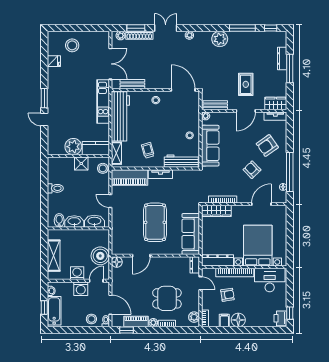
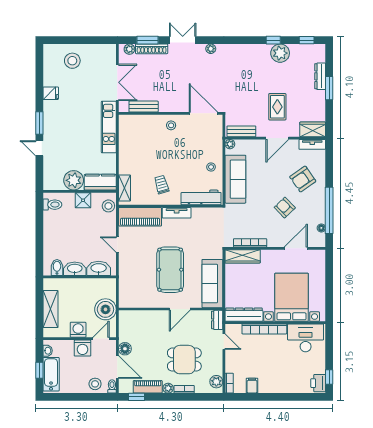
window: (242, 28) -> (273, 40), width x0.46
plant: (220, 39) -> (280, 53), moved
fridge: (54, 61) -> (51, 93), moved
window: (290, 68) -> (329, 88), width x0.69
workbench: (120, 116) -> (129, 145), removed
toilet: (55, 188) -> (52, 205), moved
door: (141, 256) -> (180, 309), moved
floor lamp: (117, 262) -> (125, 349), moved
armchair: (227, 295) -> (256, 355), removed
floor lamp: (238, 320) -> (268, 385), removed

